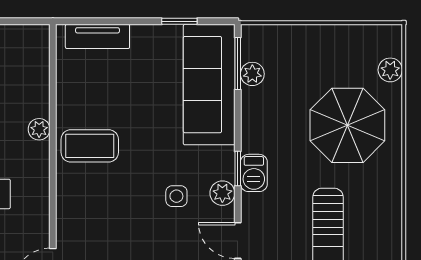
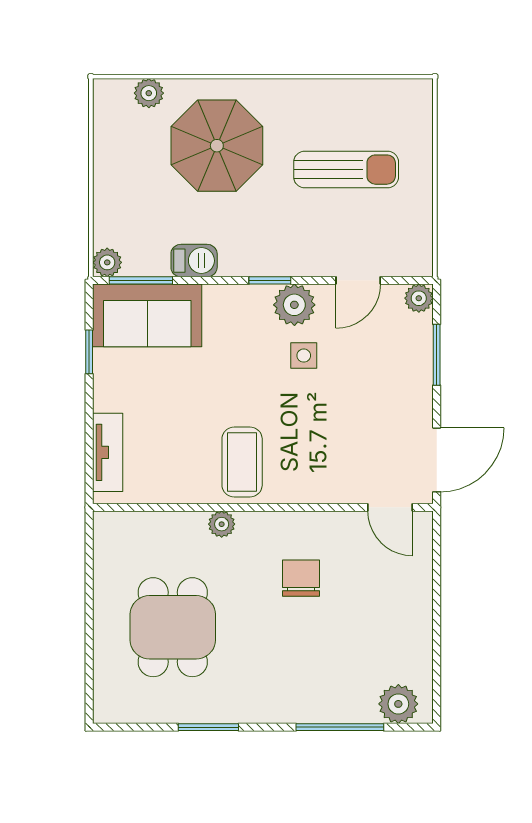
plant: (252, 74) -> (107, 262), moved
sofa: (209, 85) -> (147, 315), width x0.73
barbecue: (254, 173) -> (194, 261), moved
plant: (222, 193) -> (294, 305), width x1.38, depth x1.38

